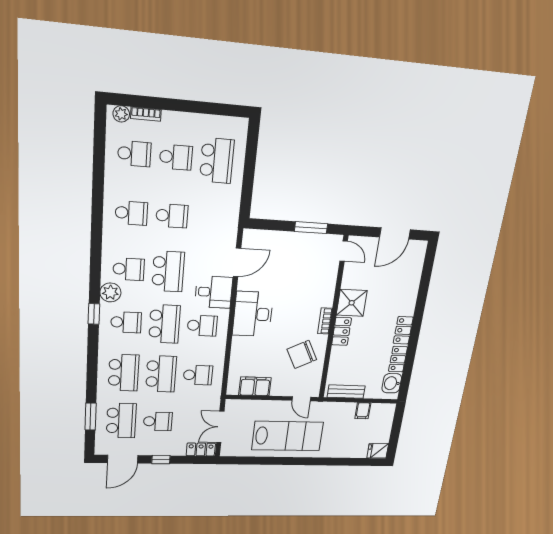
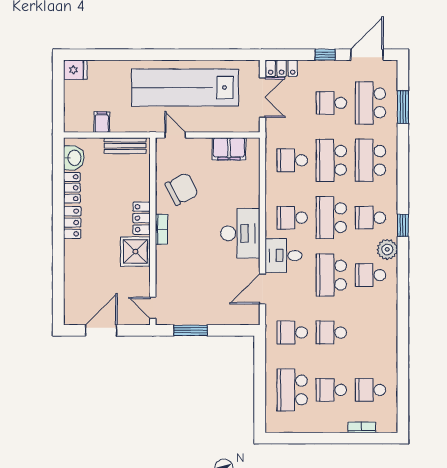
plant: (121, 114) -> (384, 425), removed
school desk: (131, 213) -> (292, 333), moved
lab bench: (288, 436) -> (185, 88), width x1.36

